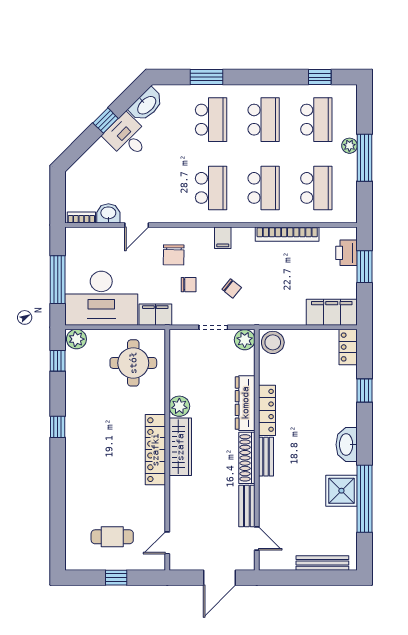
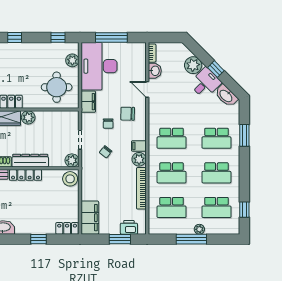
plant: (100, 155) -> (193, 65), added
plant: (243, 237) -> (139, 159), added
plant: (76, 339) -> (72, 60), moved

